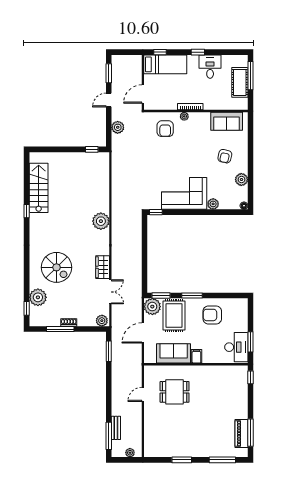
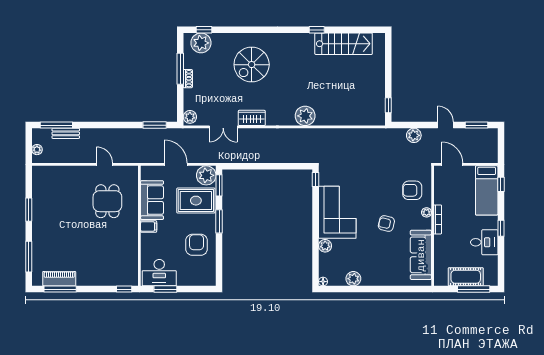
sofa: (227, 121) -> (421, 255), width x1.36
armchair: (225, 156) -> (386, 224), moved
plant: (38, 297) -> (201, 43), moved

